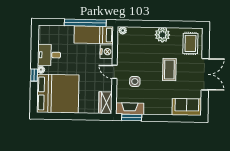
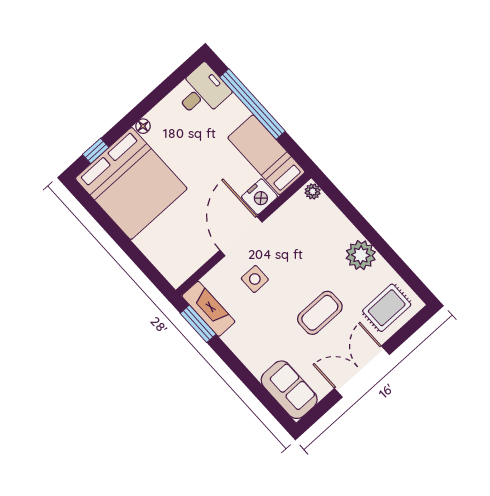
window: (85, 23) -> (252, 104), moved
desk: (49, 55) -> (202, 92), moved, turned 90
door: (114, 72) -> (241, 236), width x1.87
double door: (205, 74) -> (362, 372), swing flipped
window: (34, 75) -> (96, 151), moved
wardrobe: (105, 103) -> (183, 265), removed

